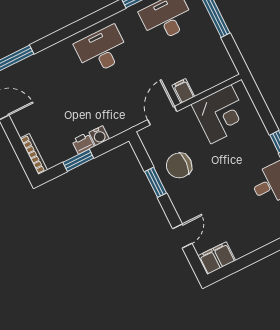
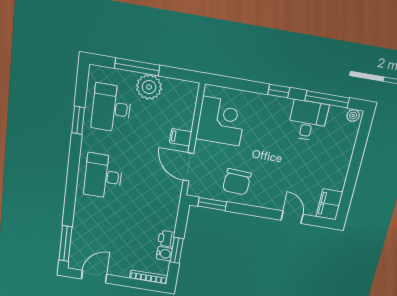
plant: (206, 36) -> (149, 87), added
water cooler: (99, 136) -> (164, 254), moved
window: (156, 182) -> (212, 204), moved

